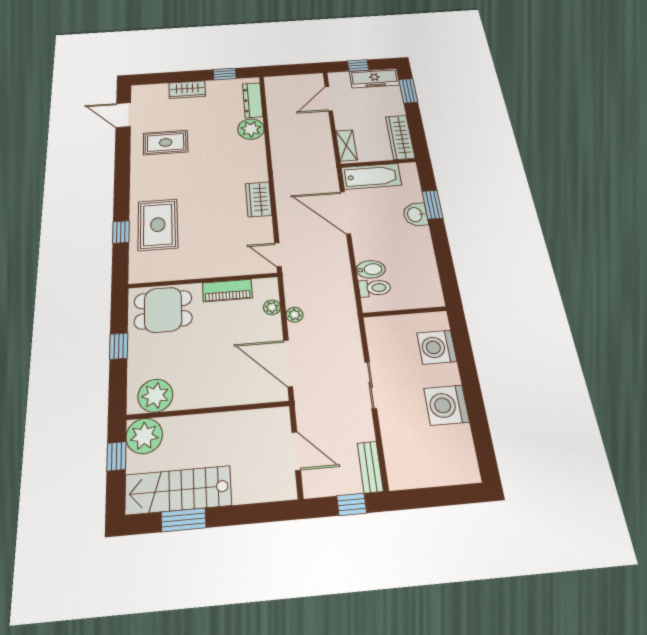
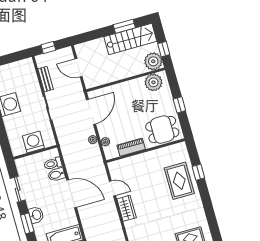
door: (345, 213) -> (72, 194), moved
door: (278, 255) -> (112, 188), moved
sliding door: (444, 258) -> (18, 189), added
washing machine: (437, 347) -> (33, 142), moved, turned -90
door: (288, 363) -> (91, 112), hinge flipped
bench: (370, 467) -> (46, 79), moved

